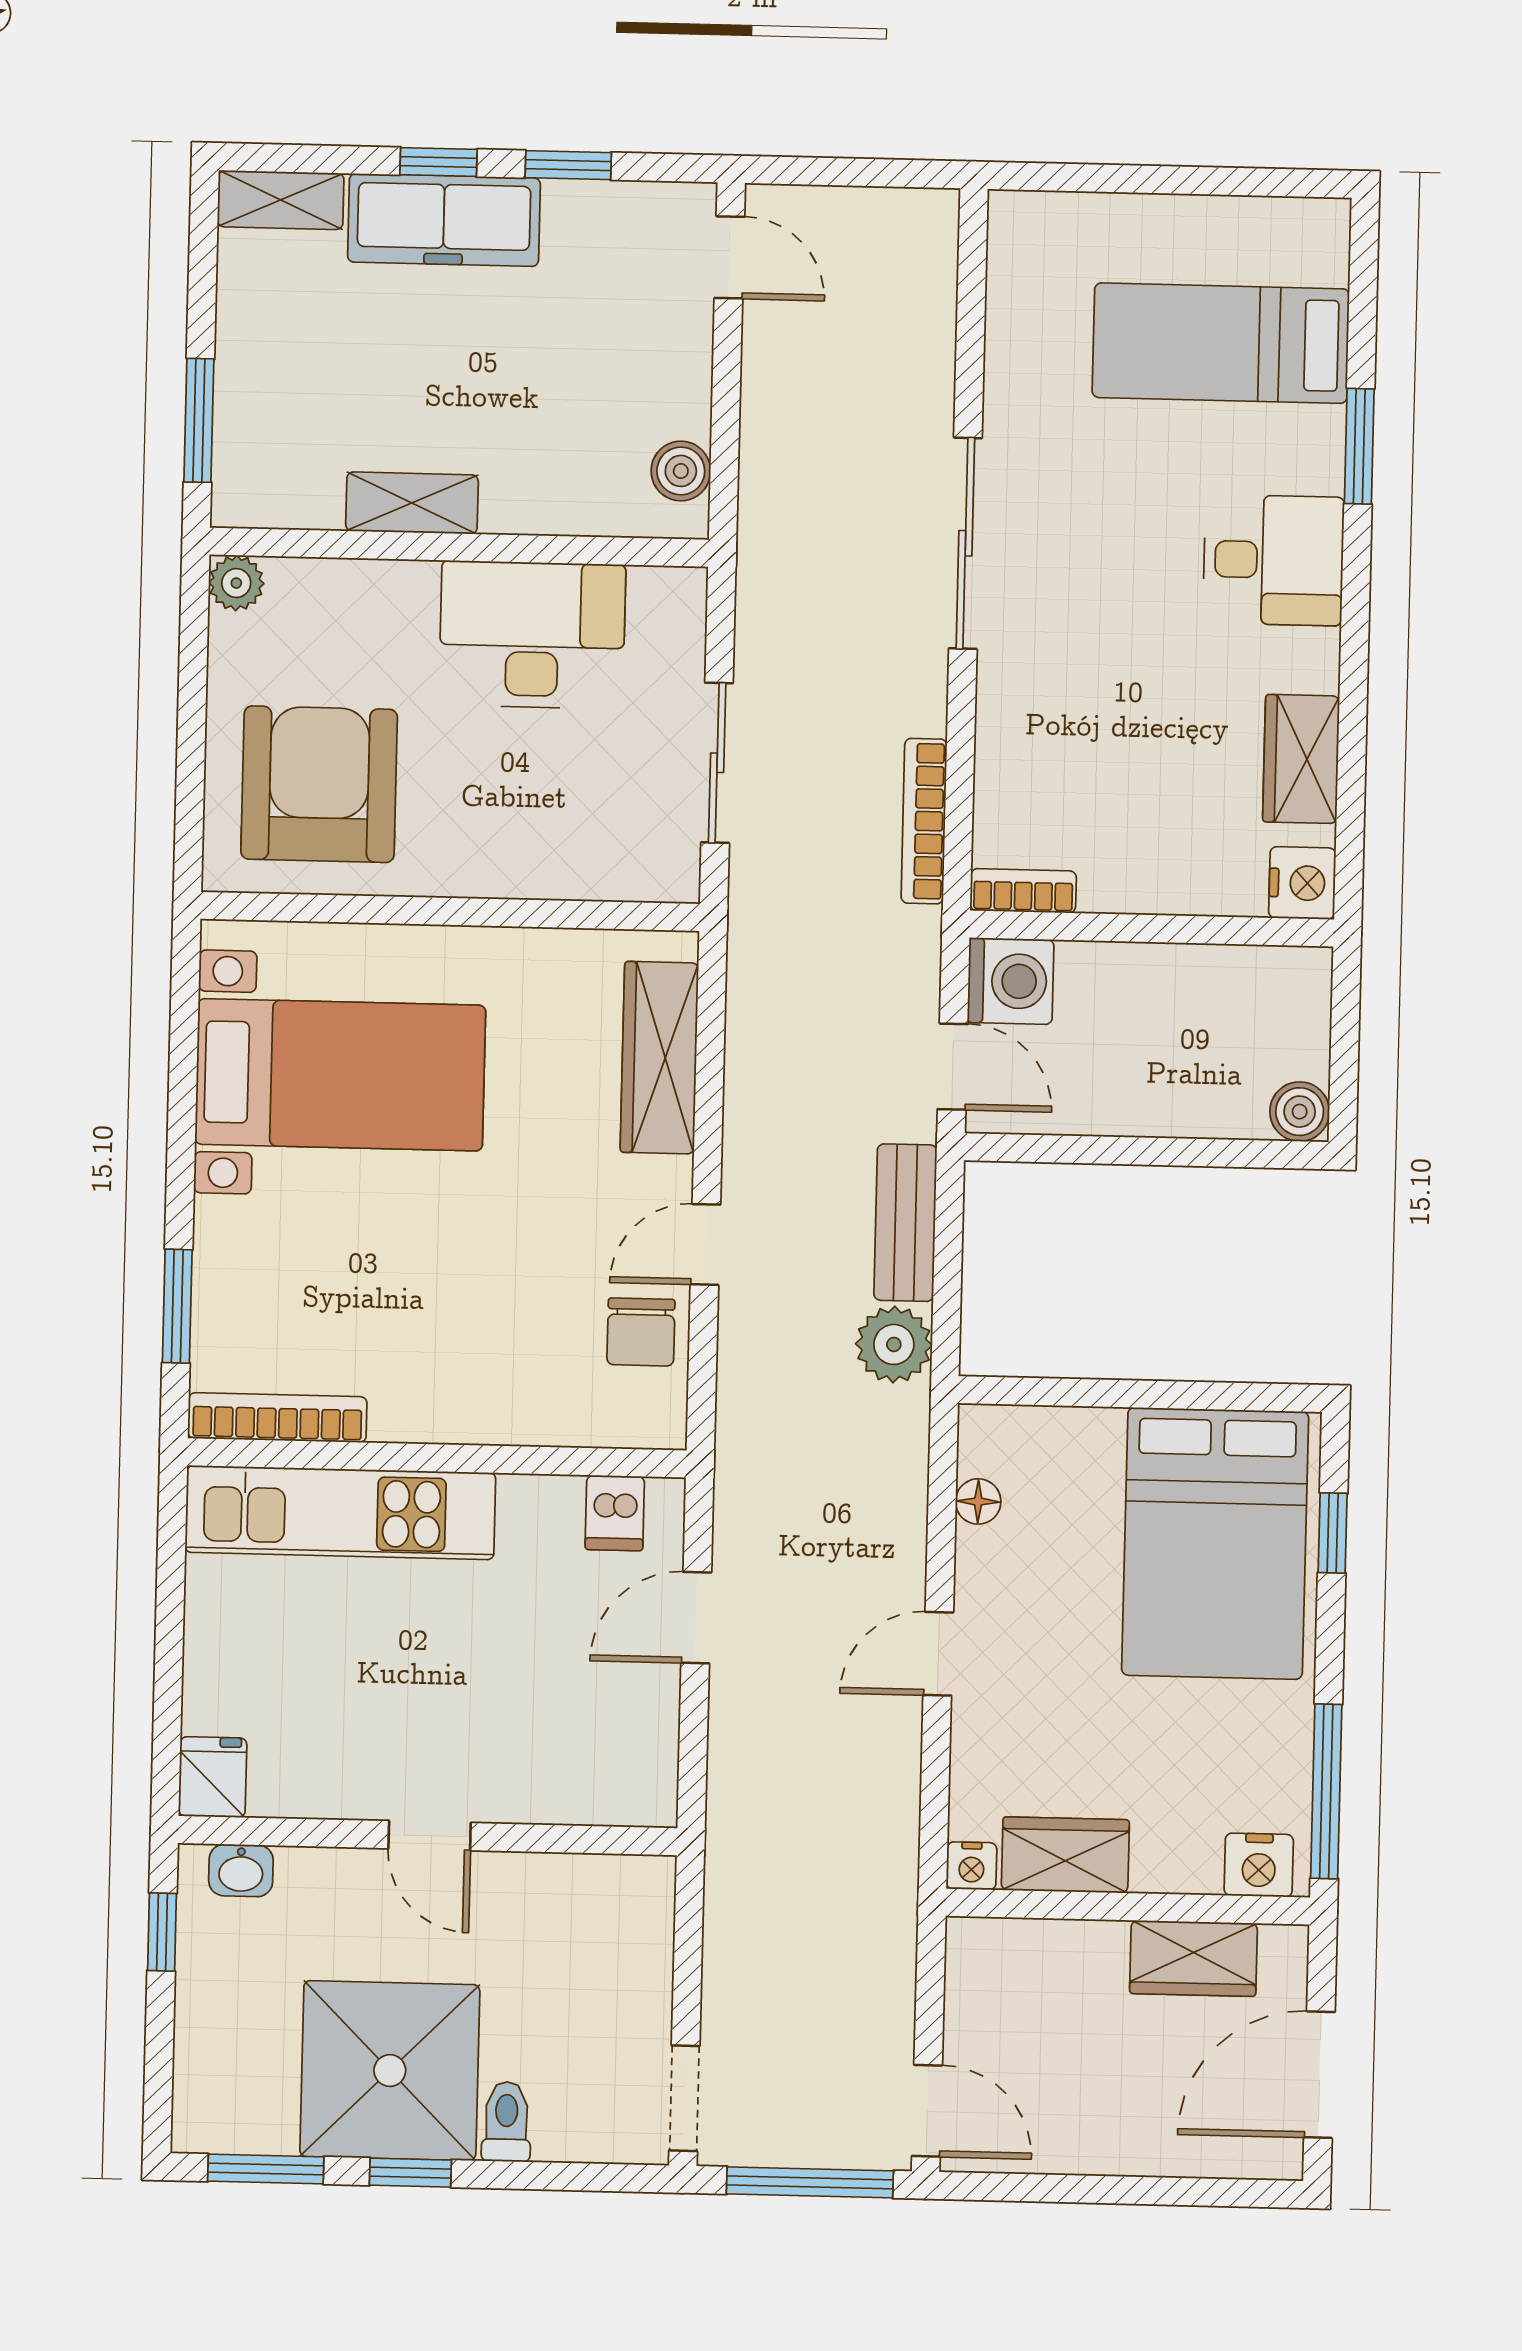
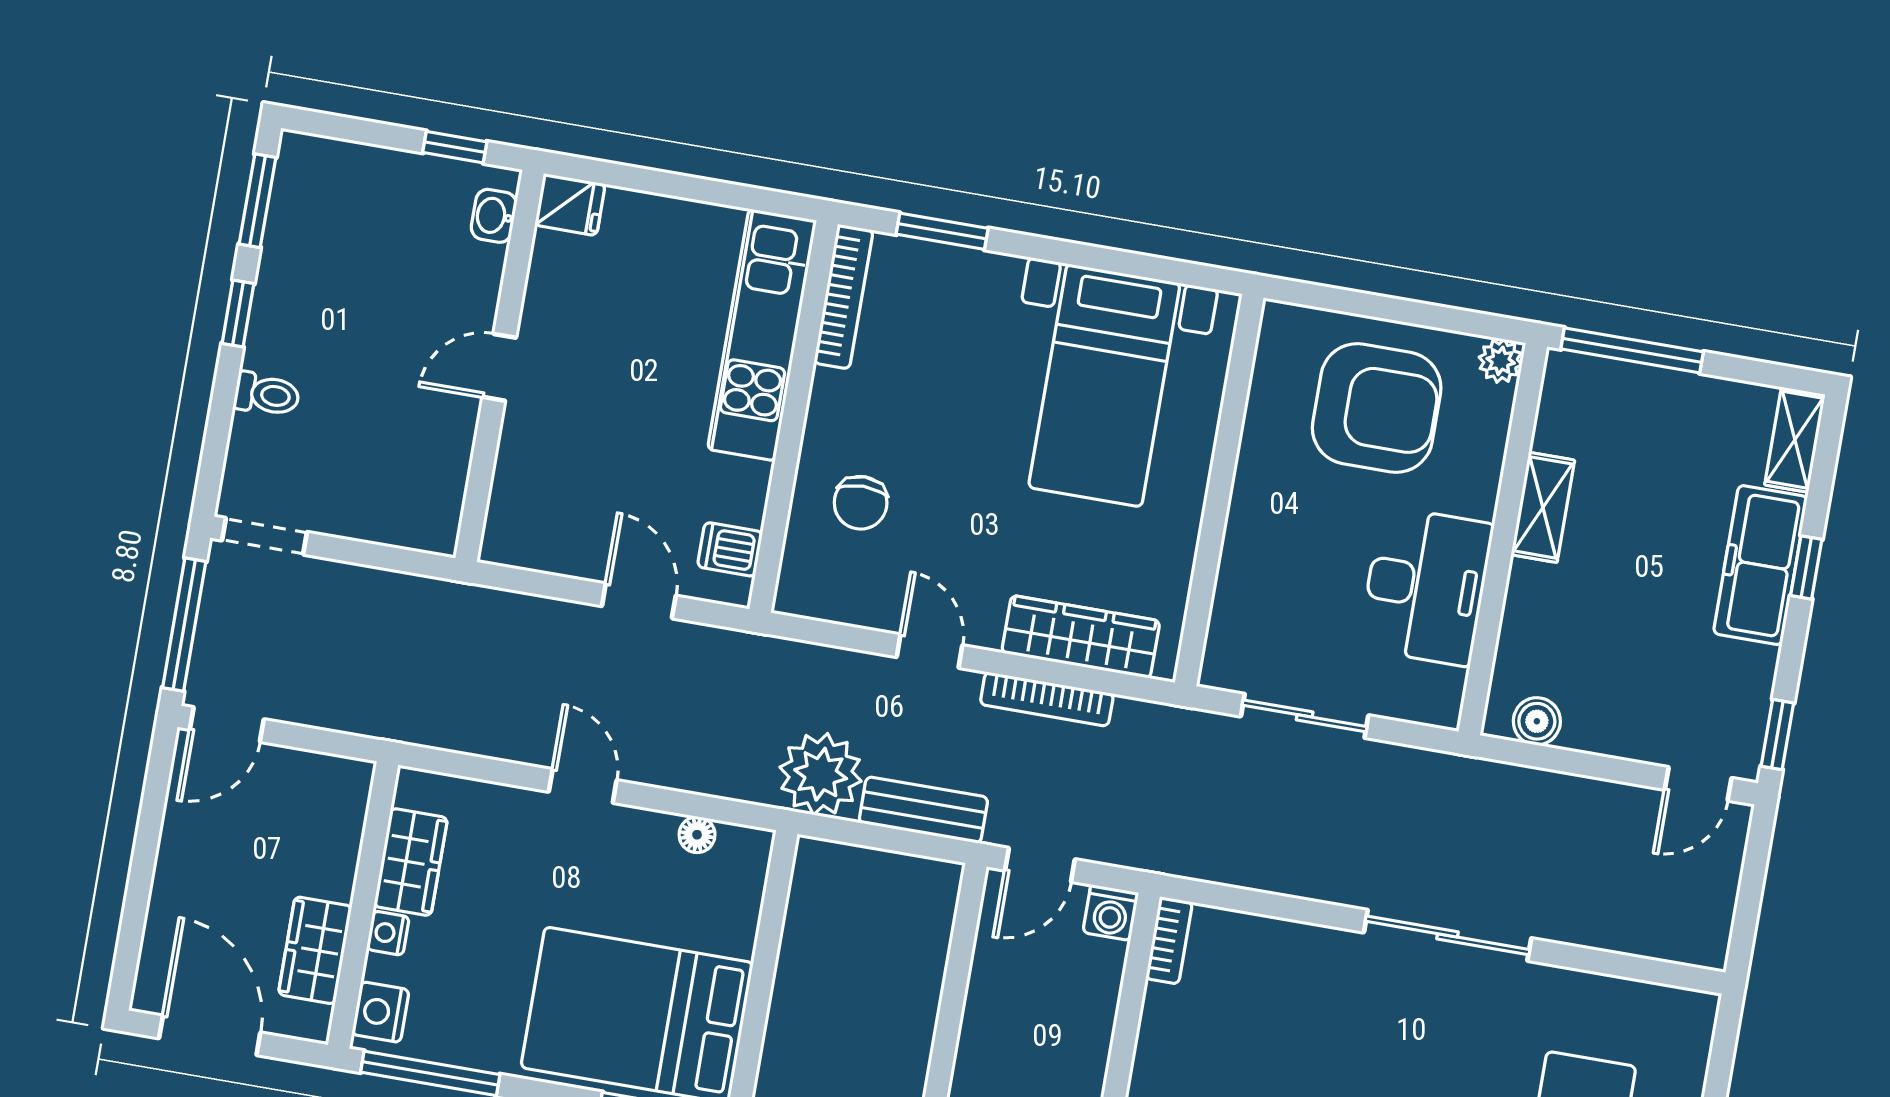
window: (568, 165) -> (1777, 735), moved
window: (199, 420) -> (1632, 350), width x1.44
armchair: (319, 784) -> (1377, 408), moved
bookcase: (924, 821) -> (1047, 699), moved, turned 180
washing machine: (1011, 981) -> (1111, 913), width x0.73, depth x0.73
chair: (641, 1332) -> (861, 503), moved, turned -90
plant: (894, 1344) -> (821, 774), width x1.36, depth x1.36
nightstand: (971, 1866) -> (388, 933), moved
shower: (390, 2071) -> (320, 309), removed

